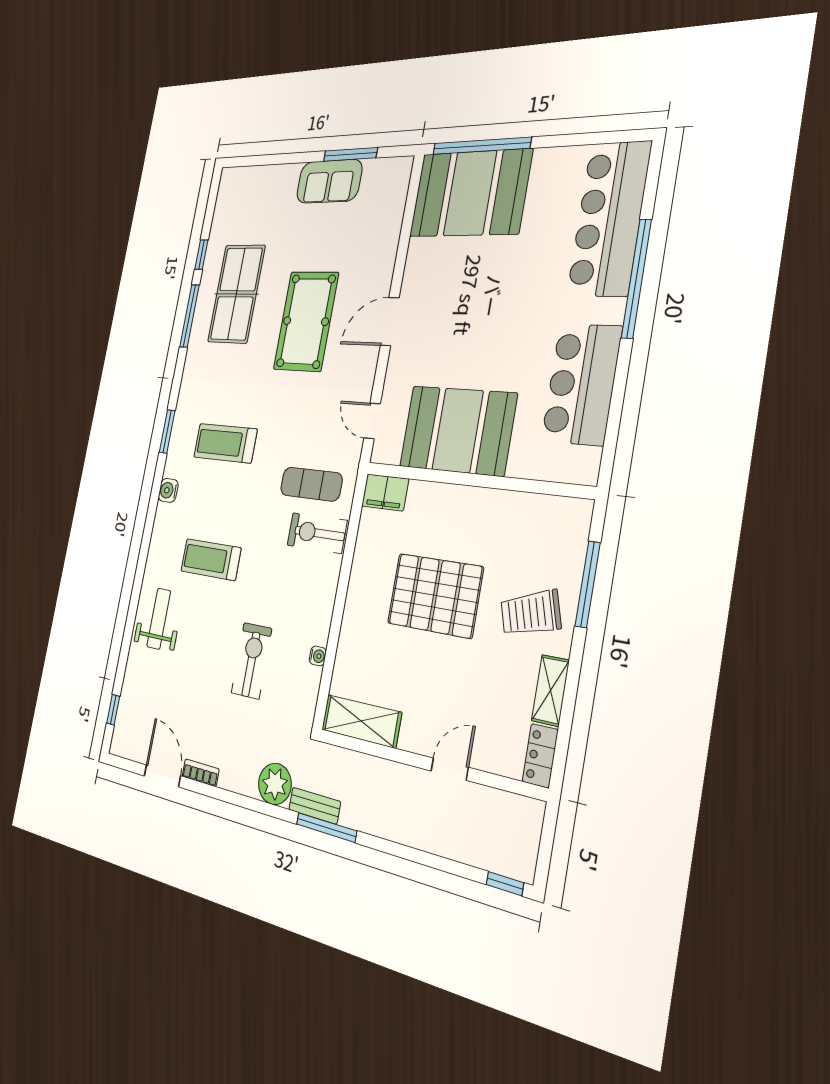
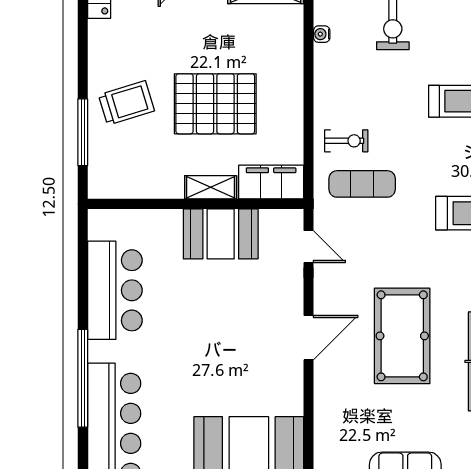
booth: (458, 430) -> (221, 234), width x0.73, depth x0.70
filing cabinet: (385, 492) -> (271, 182), width x1.50, depth x1.17
exercise bike: (317, 533) -> (346, 141), width x0.73, depth x0.72
shelving: (550, 690) -> (211, 187), moved, turned 90

